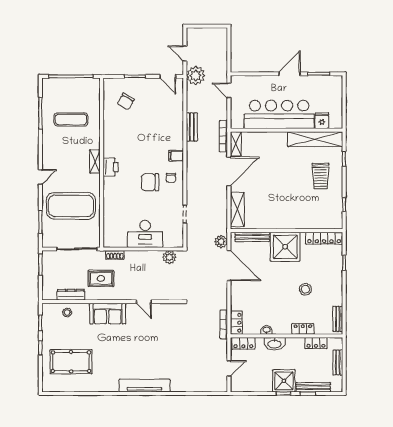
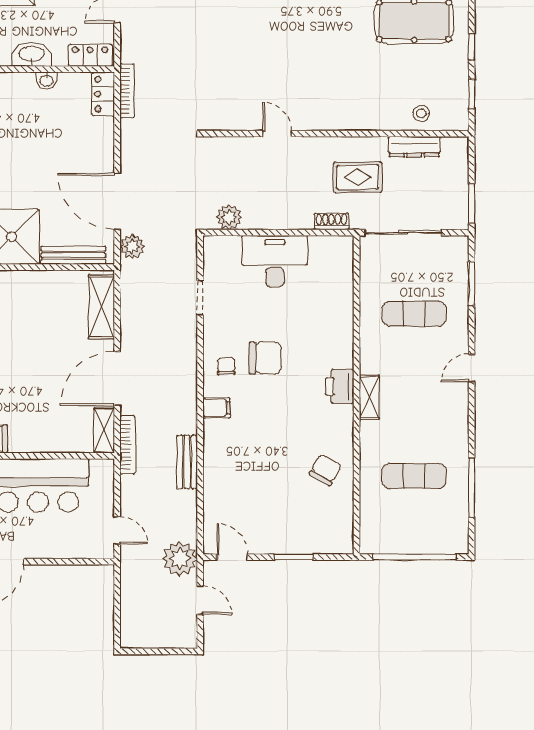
chair: (126, 101) -> (325, 470), moved
exercise mat: (71, 206) -> (414, 314), width x0.50, depth x0.69
sofa: (108, 314) -> (345, 111), removed

